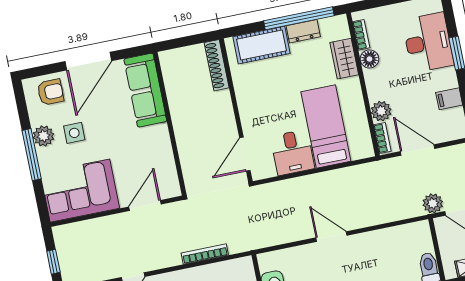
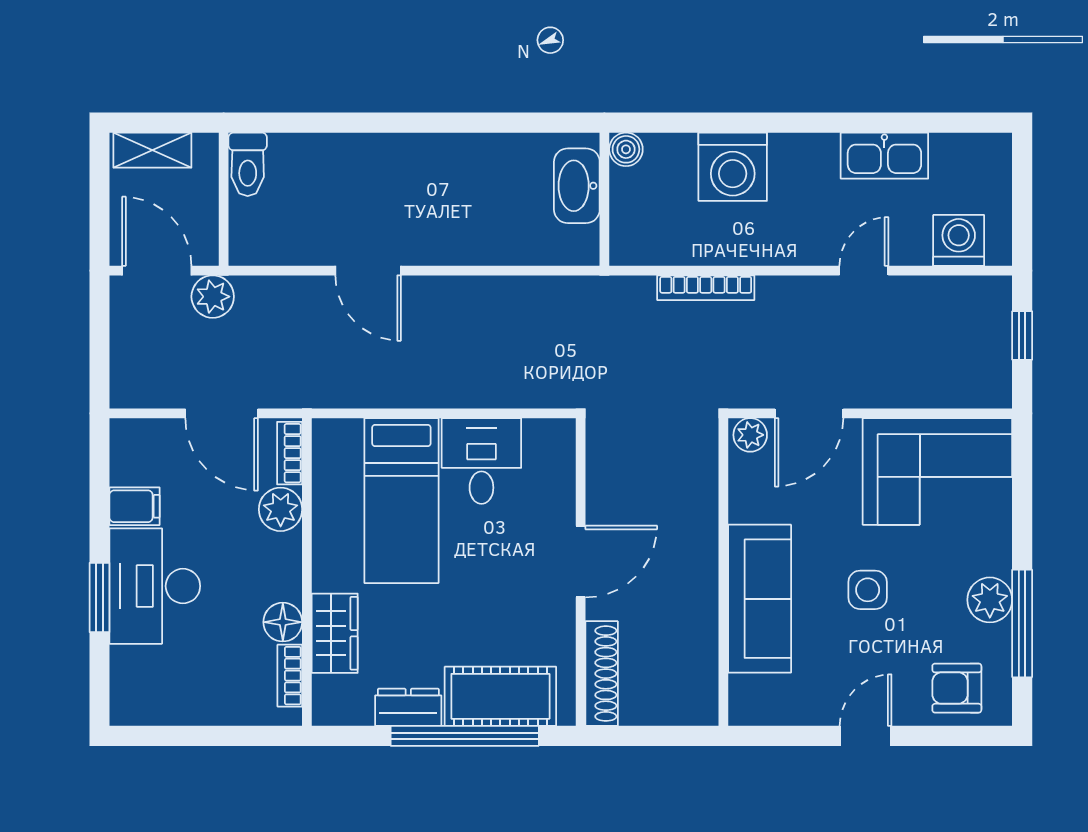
window: (299, 18) -> (465, 736), moved
desk: (428, 43) -> (155, 586), moved
door: (88, 61) -> (866, 736), width x0.53
sofa: (145, 90) -> (760, 599), moved
side table: (74, 133) -> (868, 590), moved
door: (245, 154) -> (581, 562), moved
window: (32, 155) -> (1022, 623), moved
plant: (170, 190) -> (750, 435), added
door: (331, 237) -> (368, 271), moved

